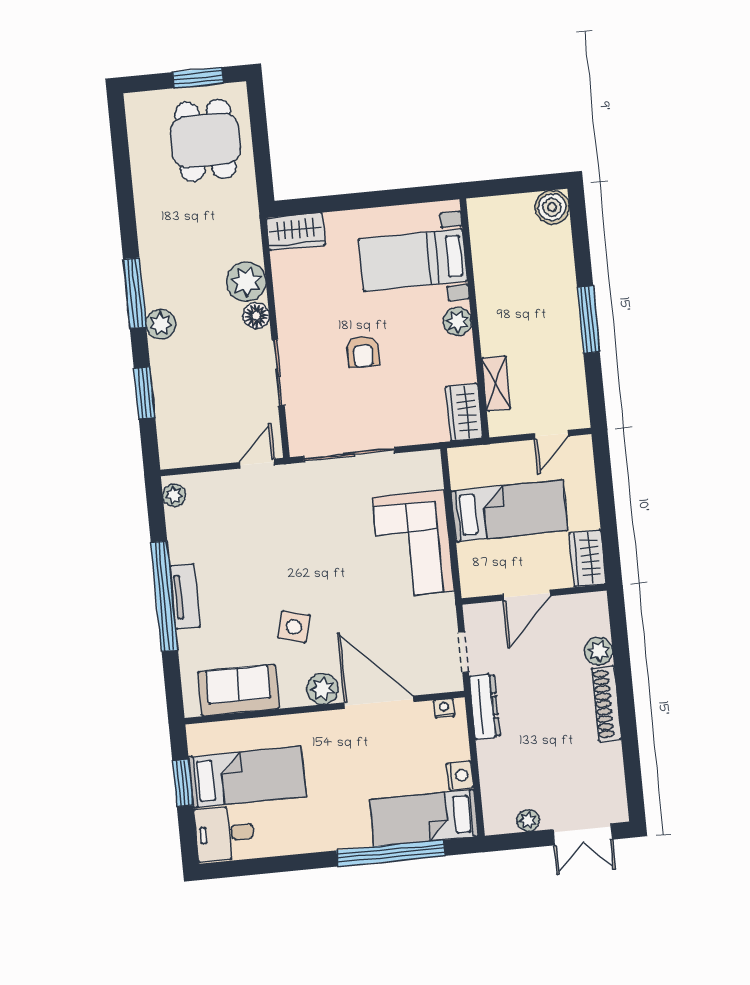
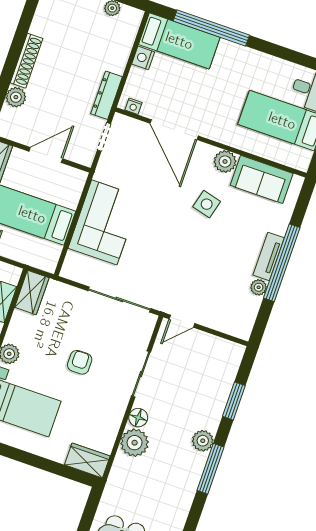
plant: (174, 495) -> (259, 287), moved
plant: (323, 689) -> (225, 161), moved

